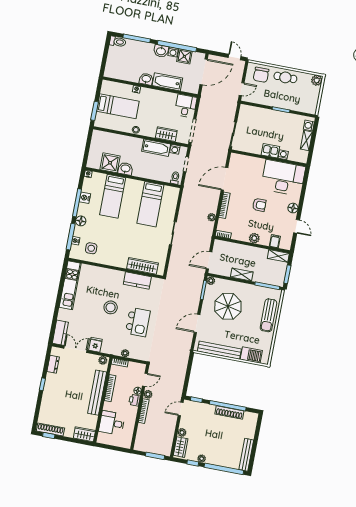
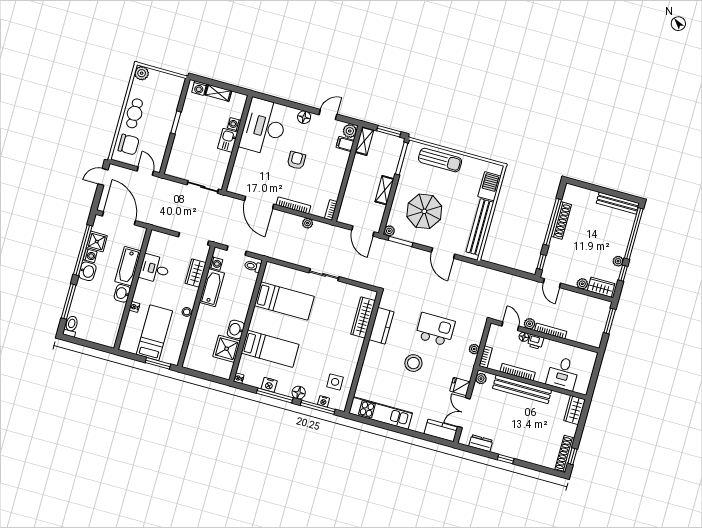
desk: (186, 106) -> (154, 269), moved
plant: (254, 238) -> (350, 131), moved

